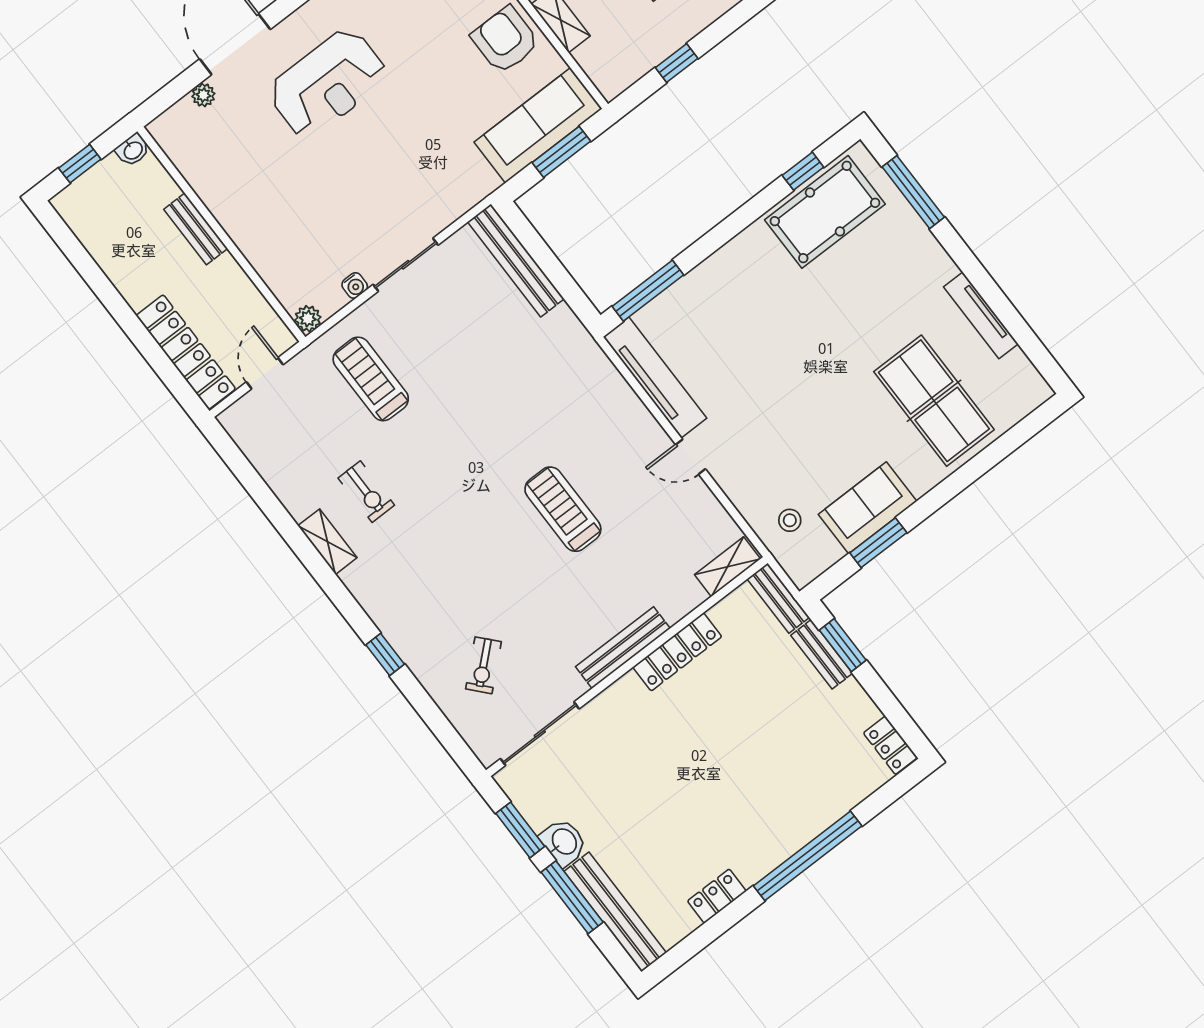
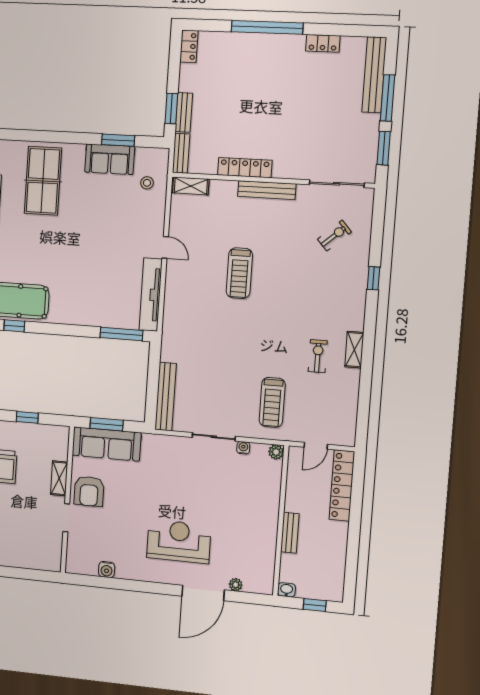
washbasin: (564, 842) -> (369, 126), removed

